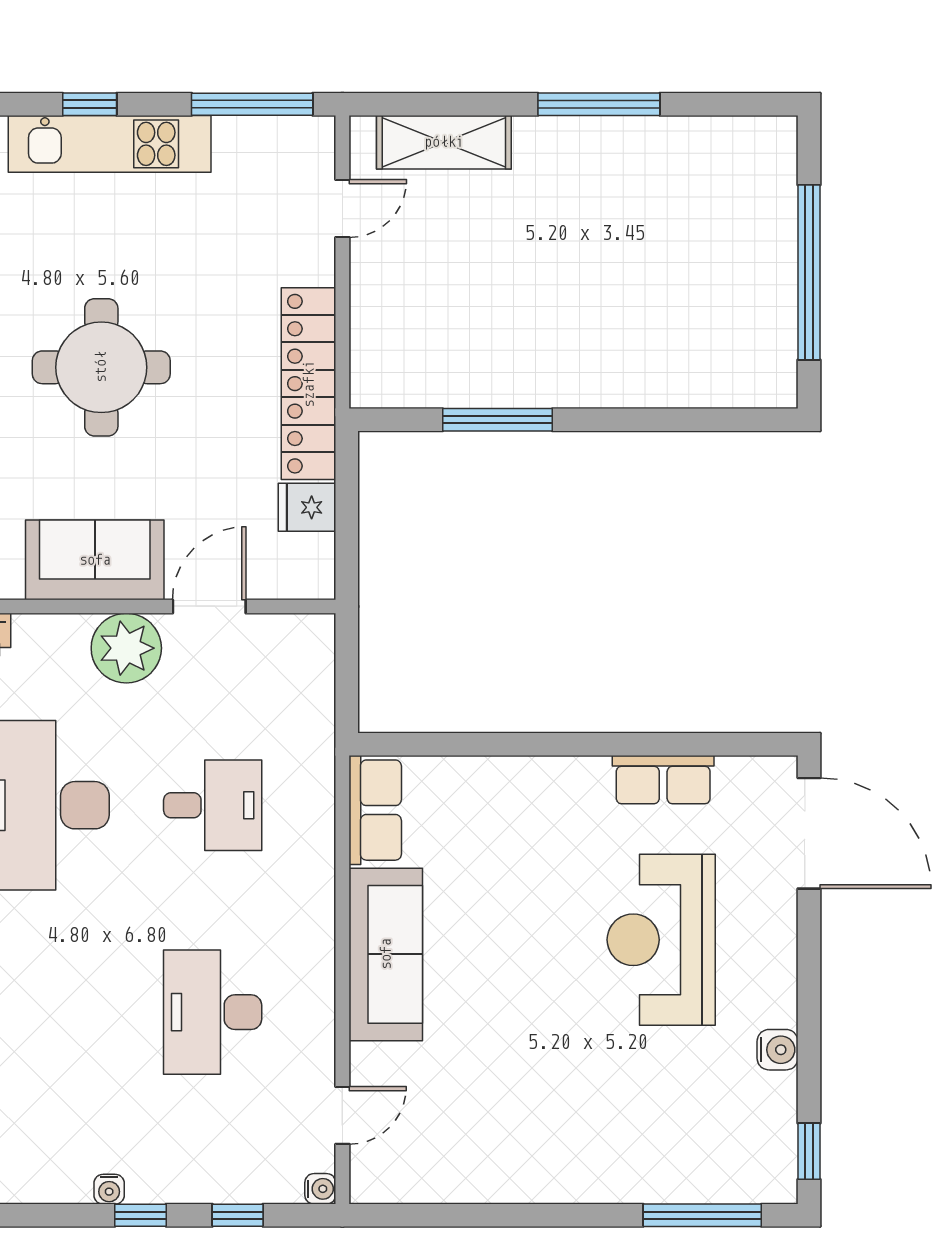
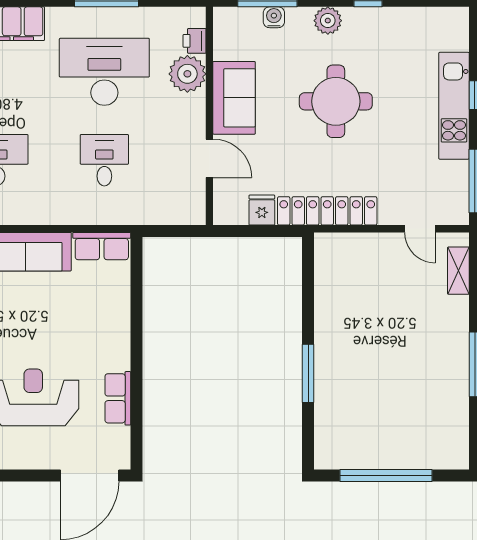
shelving: (444, 142) -> (458, 271), width x0.67, depth x0.75
window: (498, 420) -> (308, 373), moved
plant: (126, 648) -> (187, 74), moved
desk: (213, 805) -> (104, 160), turned 180

